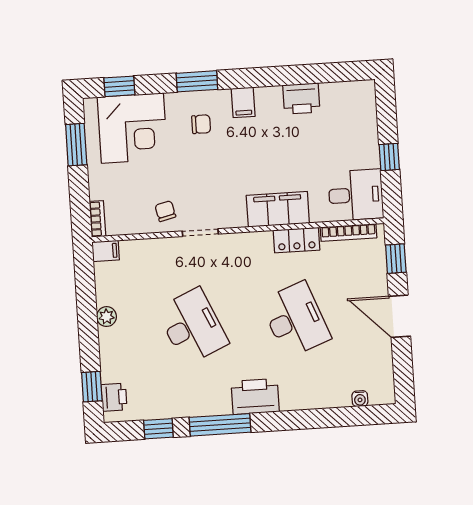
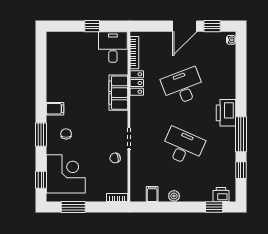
printer: (301, 99) -> (55, 75), removed
filing cabinet: (106, 251) -> (152, 194), moved
window: (396, 259) -> (212, 26), moved
desk: (192, 326) -> (183, 147), turned 48
water cooler: (360, 399) -> (231, 40), moved

